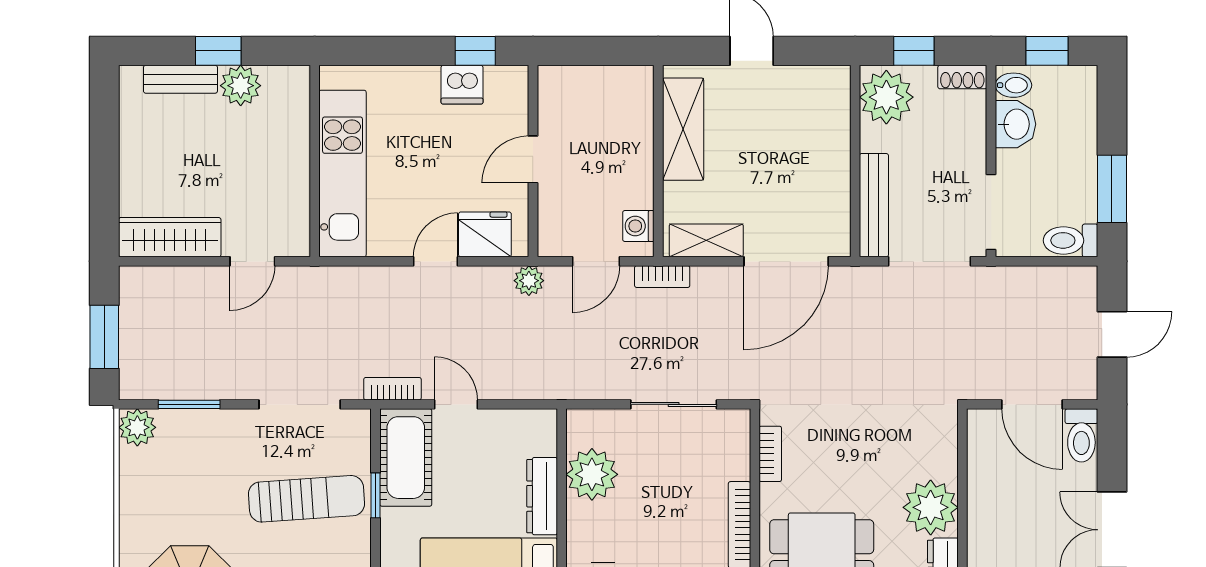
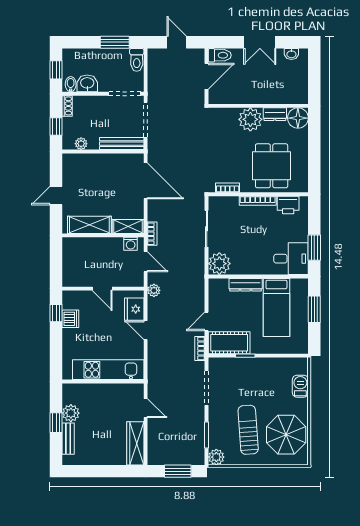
plant: (886, 97) -> (81, 144), width x0.53, depth x0.53
shelving: (706, 240) -> (128, 226), moved, turned 90
plant: (592, 474) -> (219, 264), moved
sun lounger: (307, 499) -> (248, 430), moved

